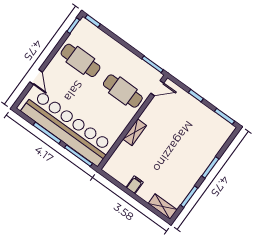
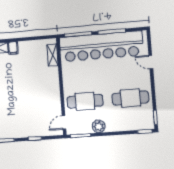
plant: (129, 59) -> (99, 126), added
shelving: (135, 132) -> (52, 55), moved
filing cabinet: (135, 185) -> (13, 48), moved

